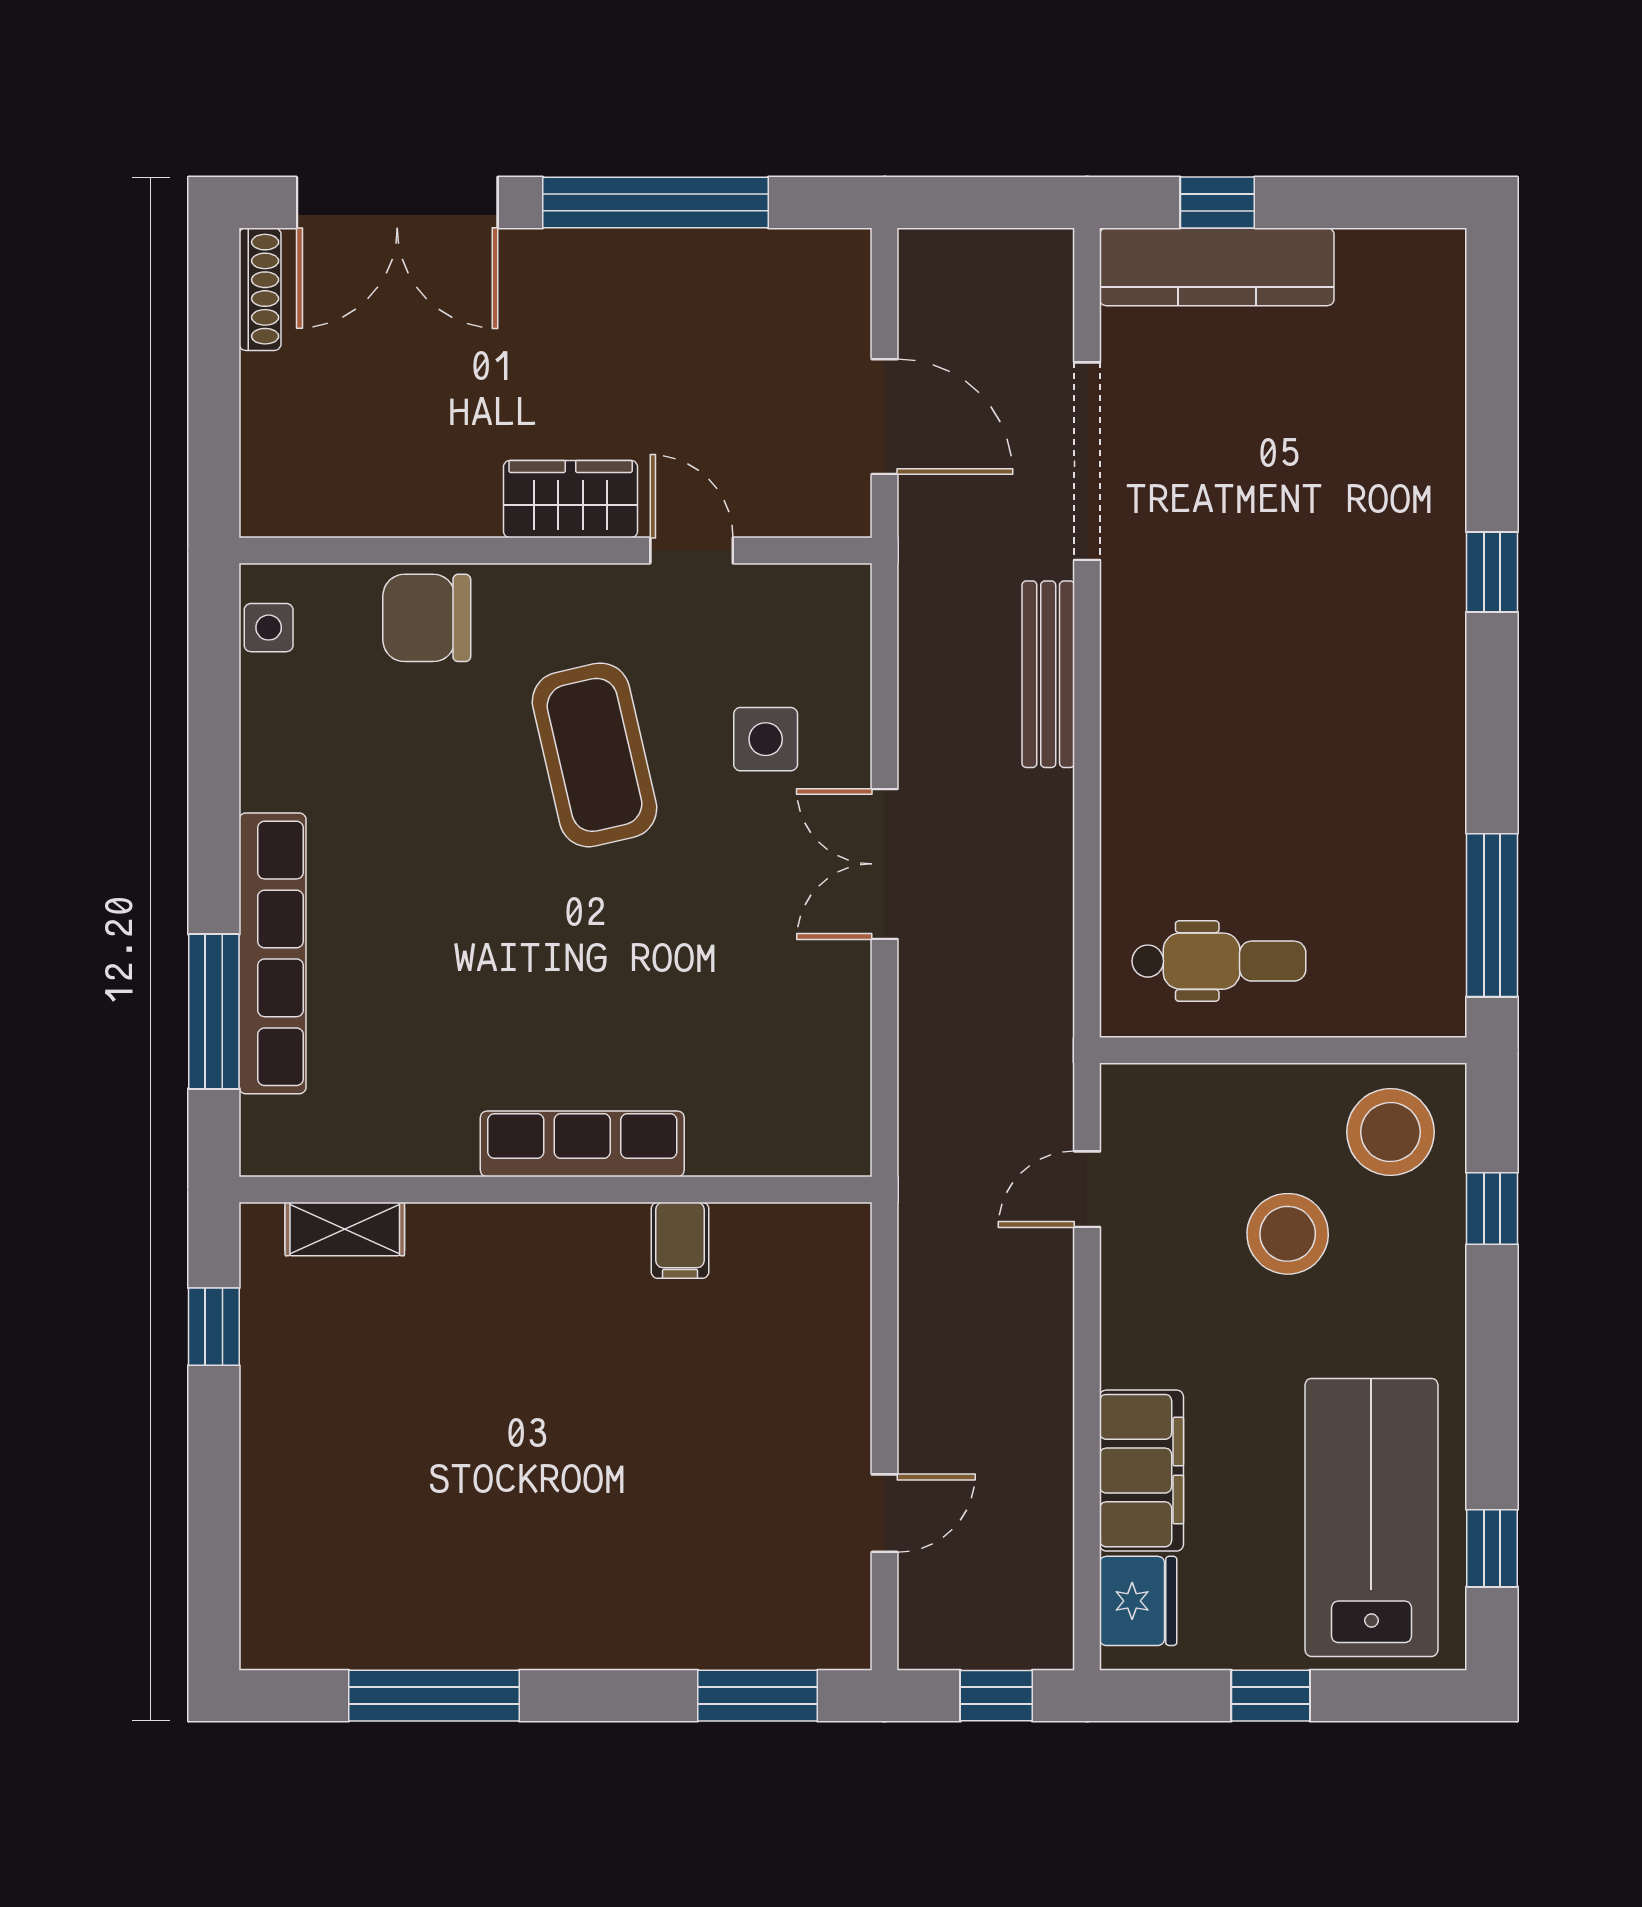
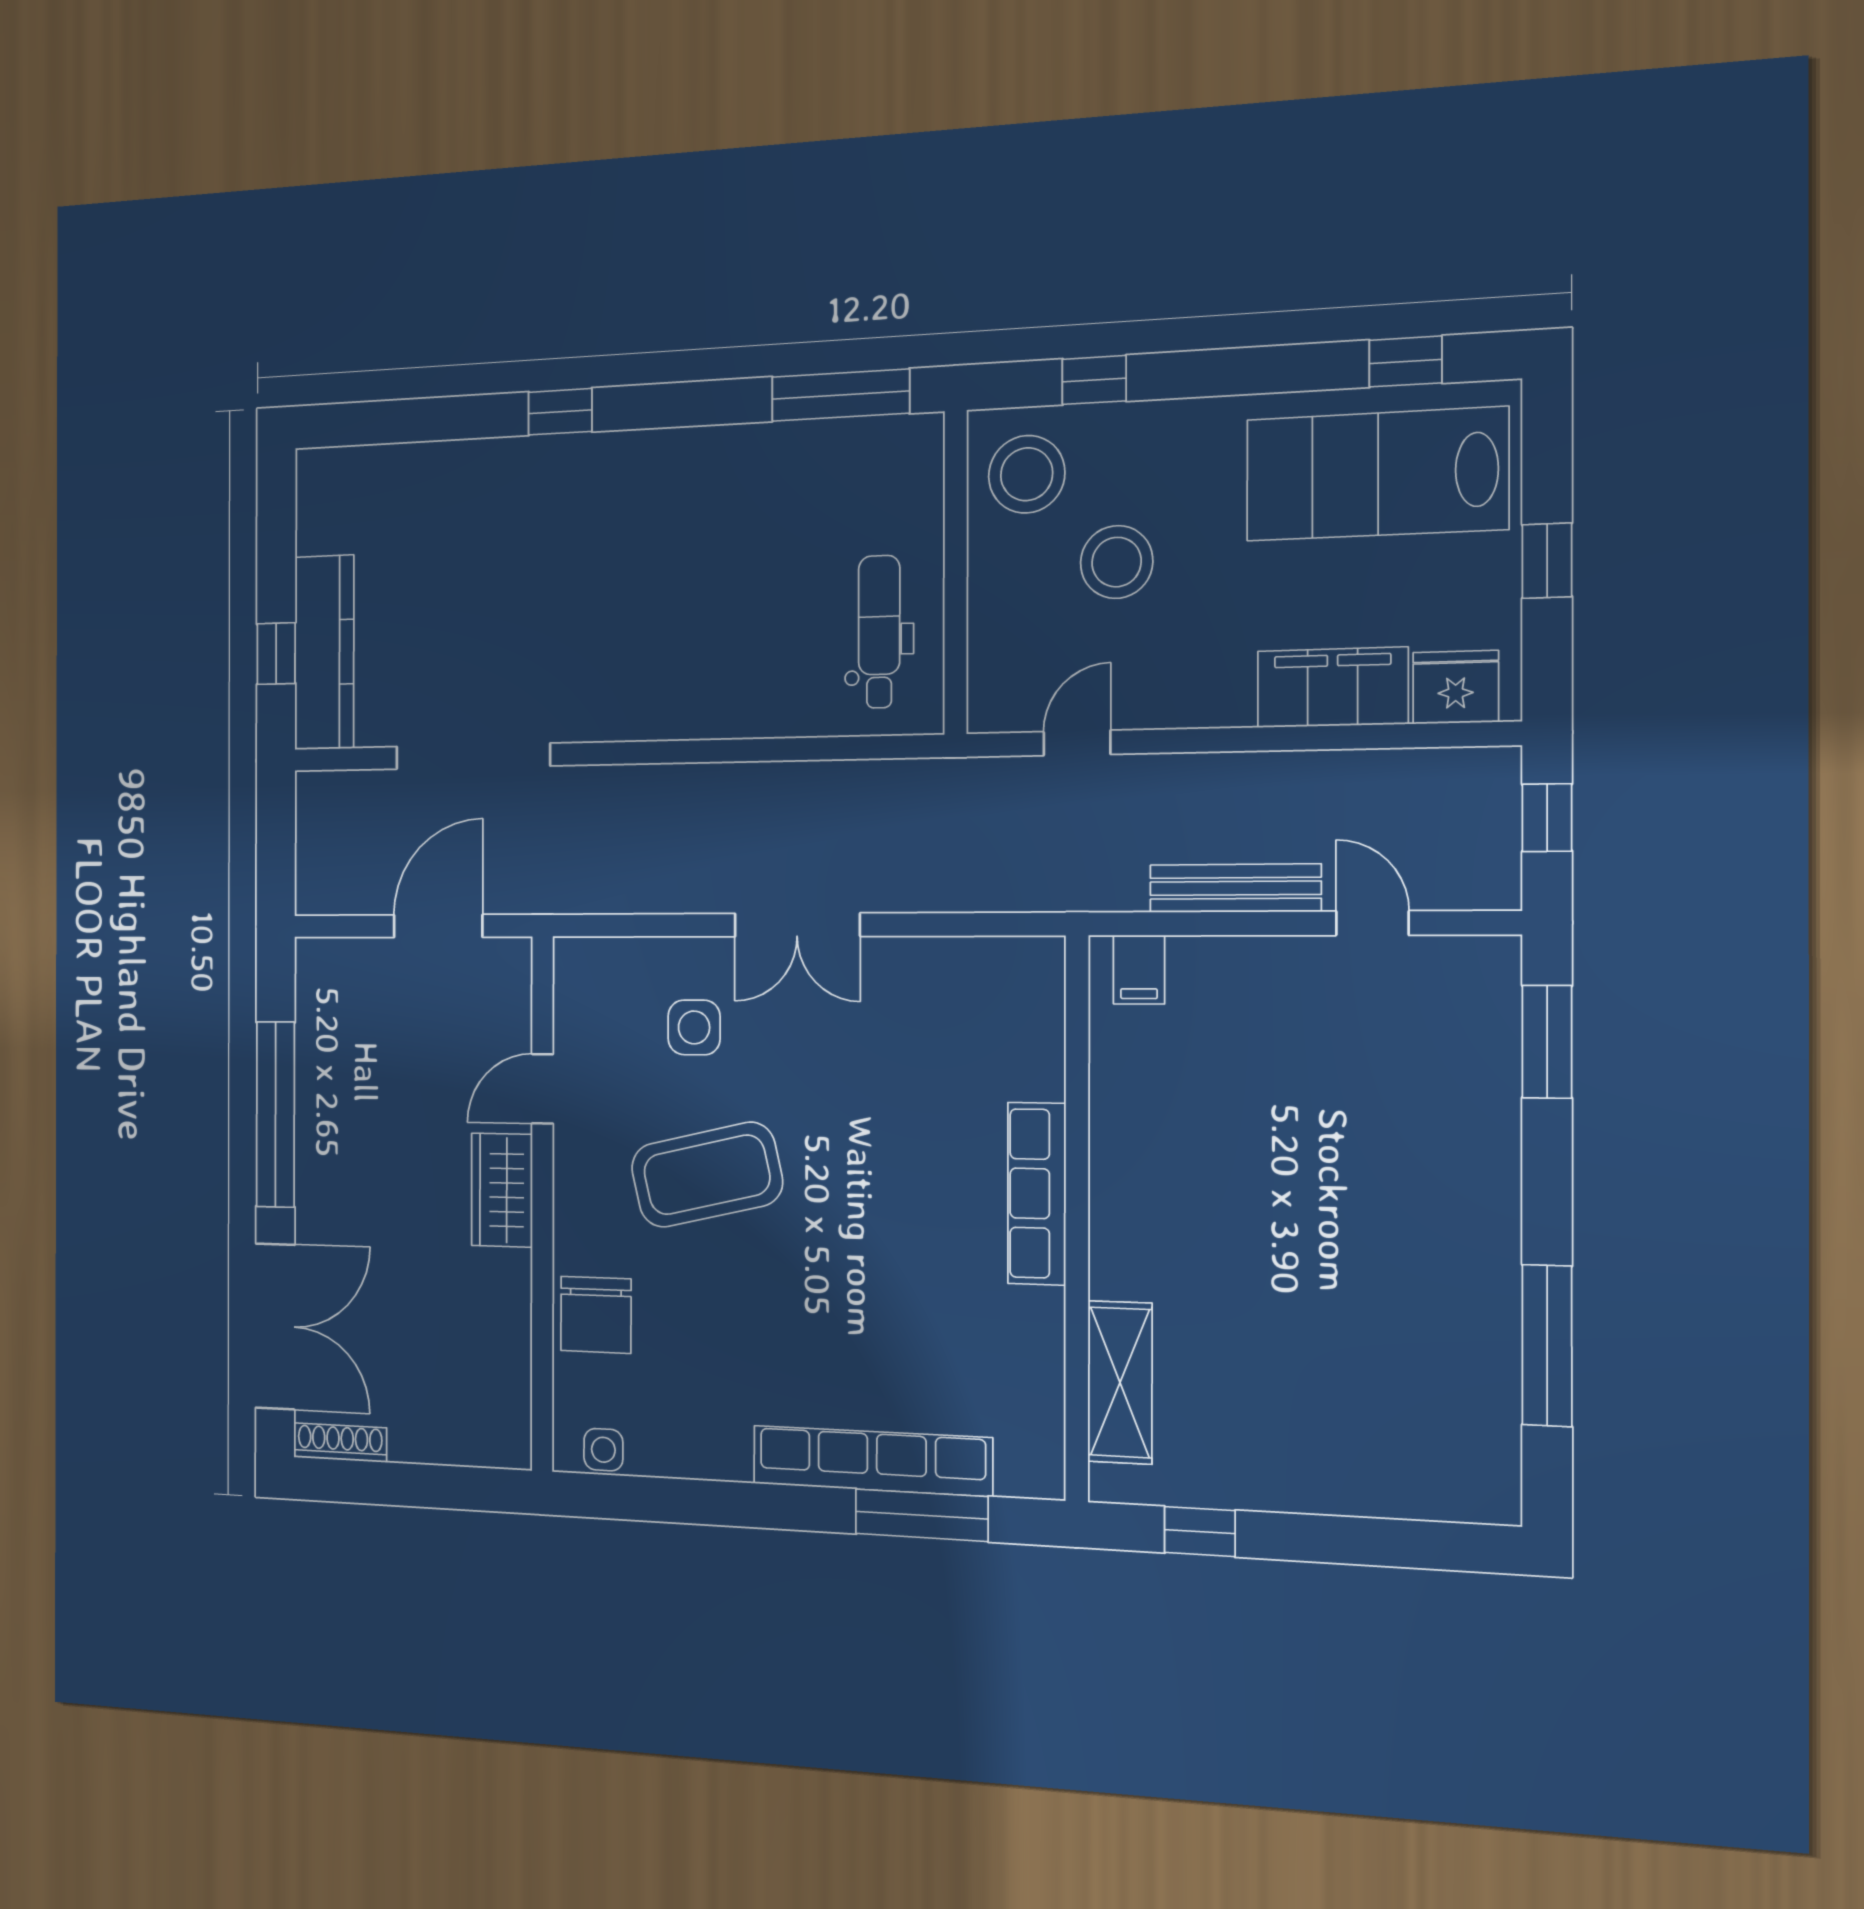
bench: (1048, 674) -> (1235, 888), moved
door: (1087, 1189) -> (1077, 743), swing flipped
shelving: (345, 1229) -> (1120, 1382), width x1.50, depth x1.33
filing cabinet: (680, 1240) -> (1139, 970), moved, turned 90

